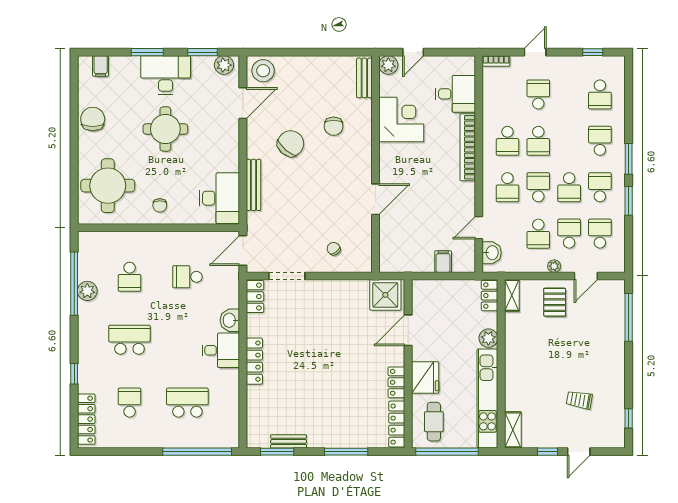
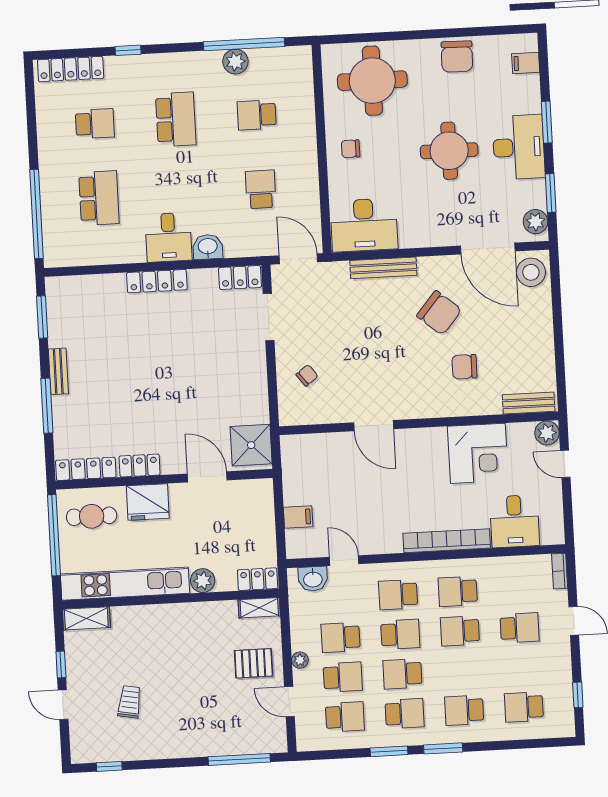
door: (243, 103) -> (488, 249), width x1.36
chair: (93, 119) -> (457, 57), turned 91
school desk: (600, 141) -> (464, 710), turned 180
bench: (289, 441) -> (58, 371), moved

